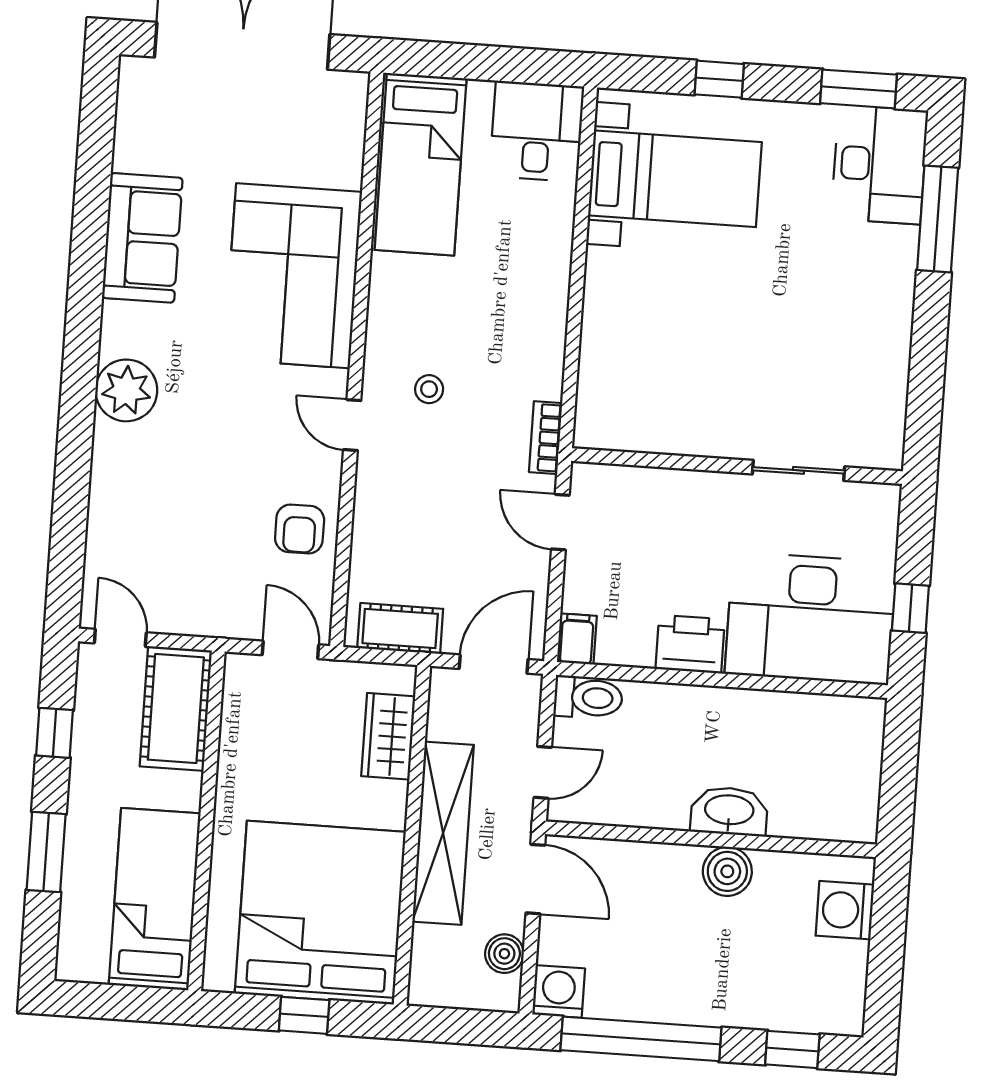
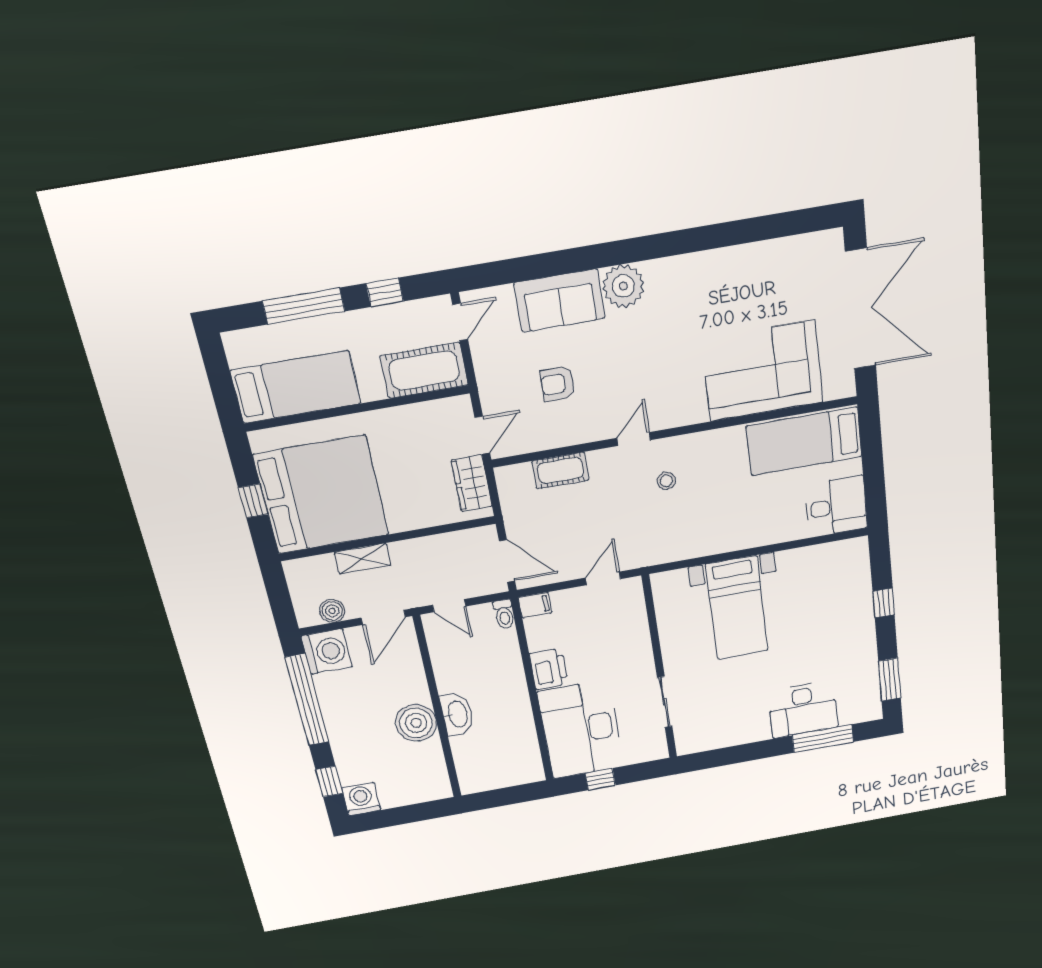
desk: (880, 165) -> (803, 709), moved
bed with nightstands: (675, 179) -> (737, 608), moved
sofa: (142, 238) -> (560, 301), moved
corner sofa: (293, 276) -> (762, 371), moved
bookcase: (546, 438) -> (652, 557), removed
armchair: (300, 529) -> (558, 384), moved
cot: (400, 628) -> (560, 470), moved, turned 90
toilet: (588, 697) -> (504, 614), width x0.73, depth x0.72
wardrobe: (388, 736) -> (472, 483), moved, turned -90
shelving: (443, 833) -> (363, 559), width x0.45, depth x0.75
window: (46, 852) -> (304, 306), width x1.44
boiler: (727, 871) -> (416, 723), width x1.37, depth x1.37
washing machine: (845, 910) -> (361, 799), moved
washing machine: (559, 991) -> (327, 652), width x1.37, depth x1.37

